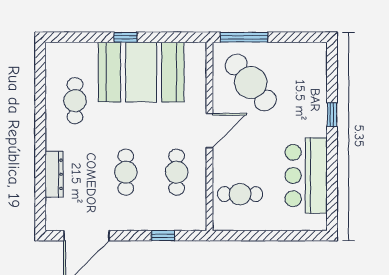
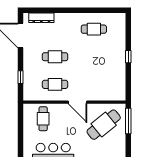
booth: (141, 72) -> (109, 65), removed
dresser: (54, 174) -> (41, 18), moved

